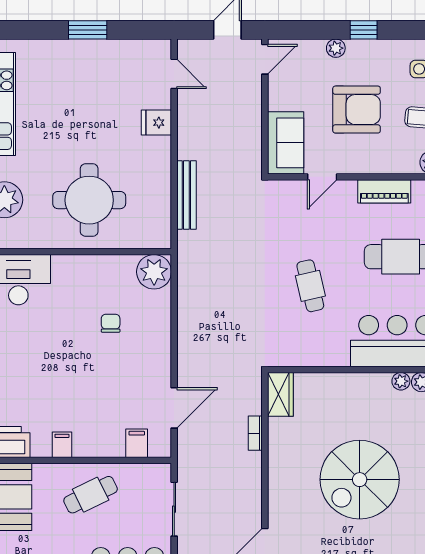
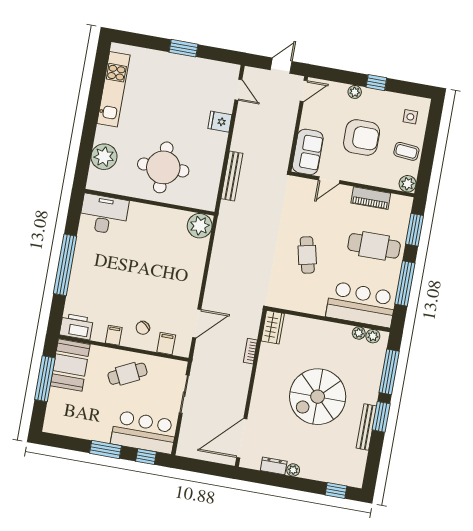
chair: (111, 323) -> (143, 328), moved, turned -142

